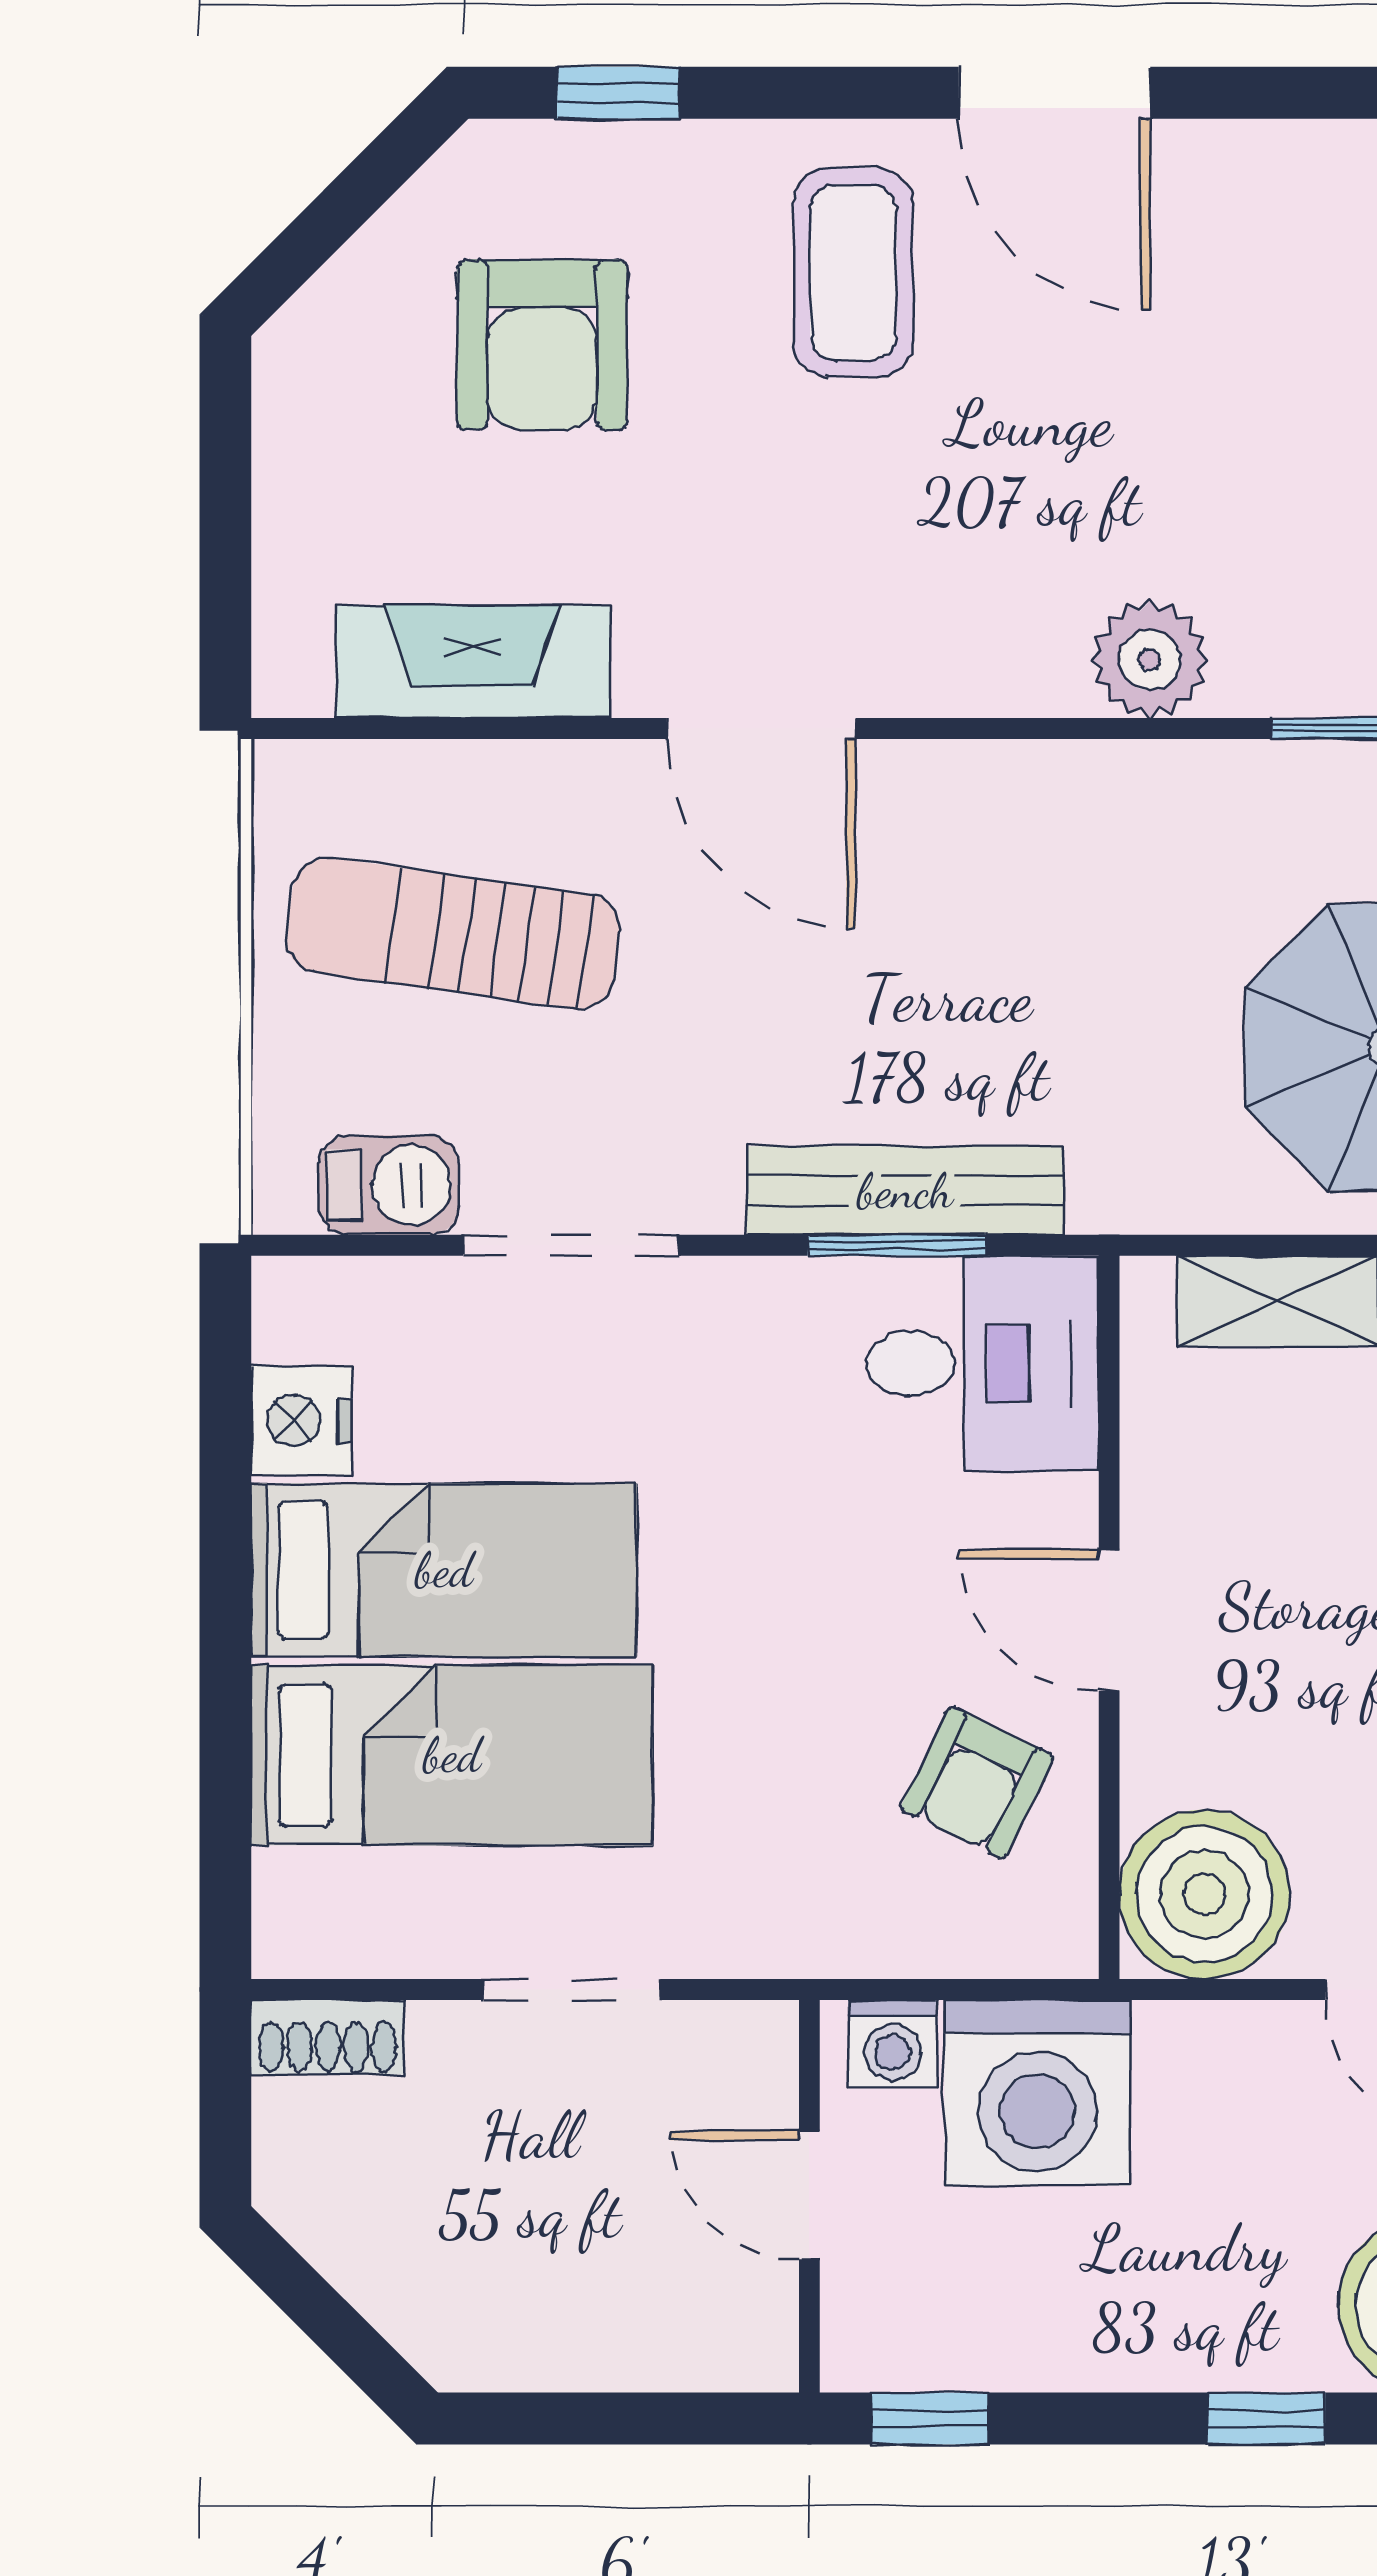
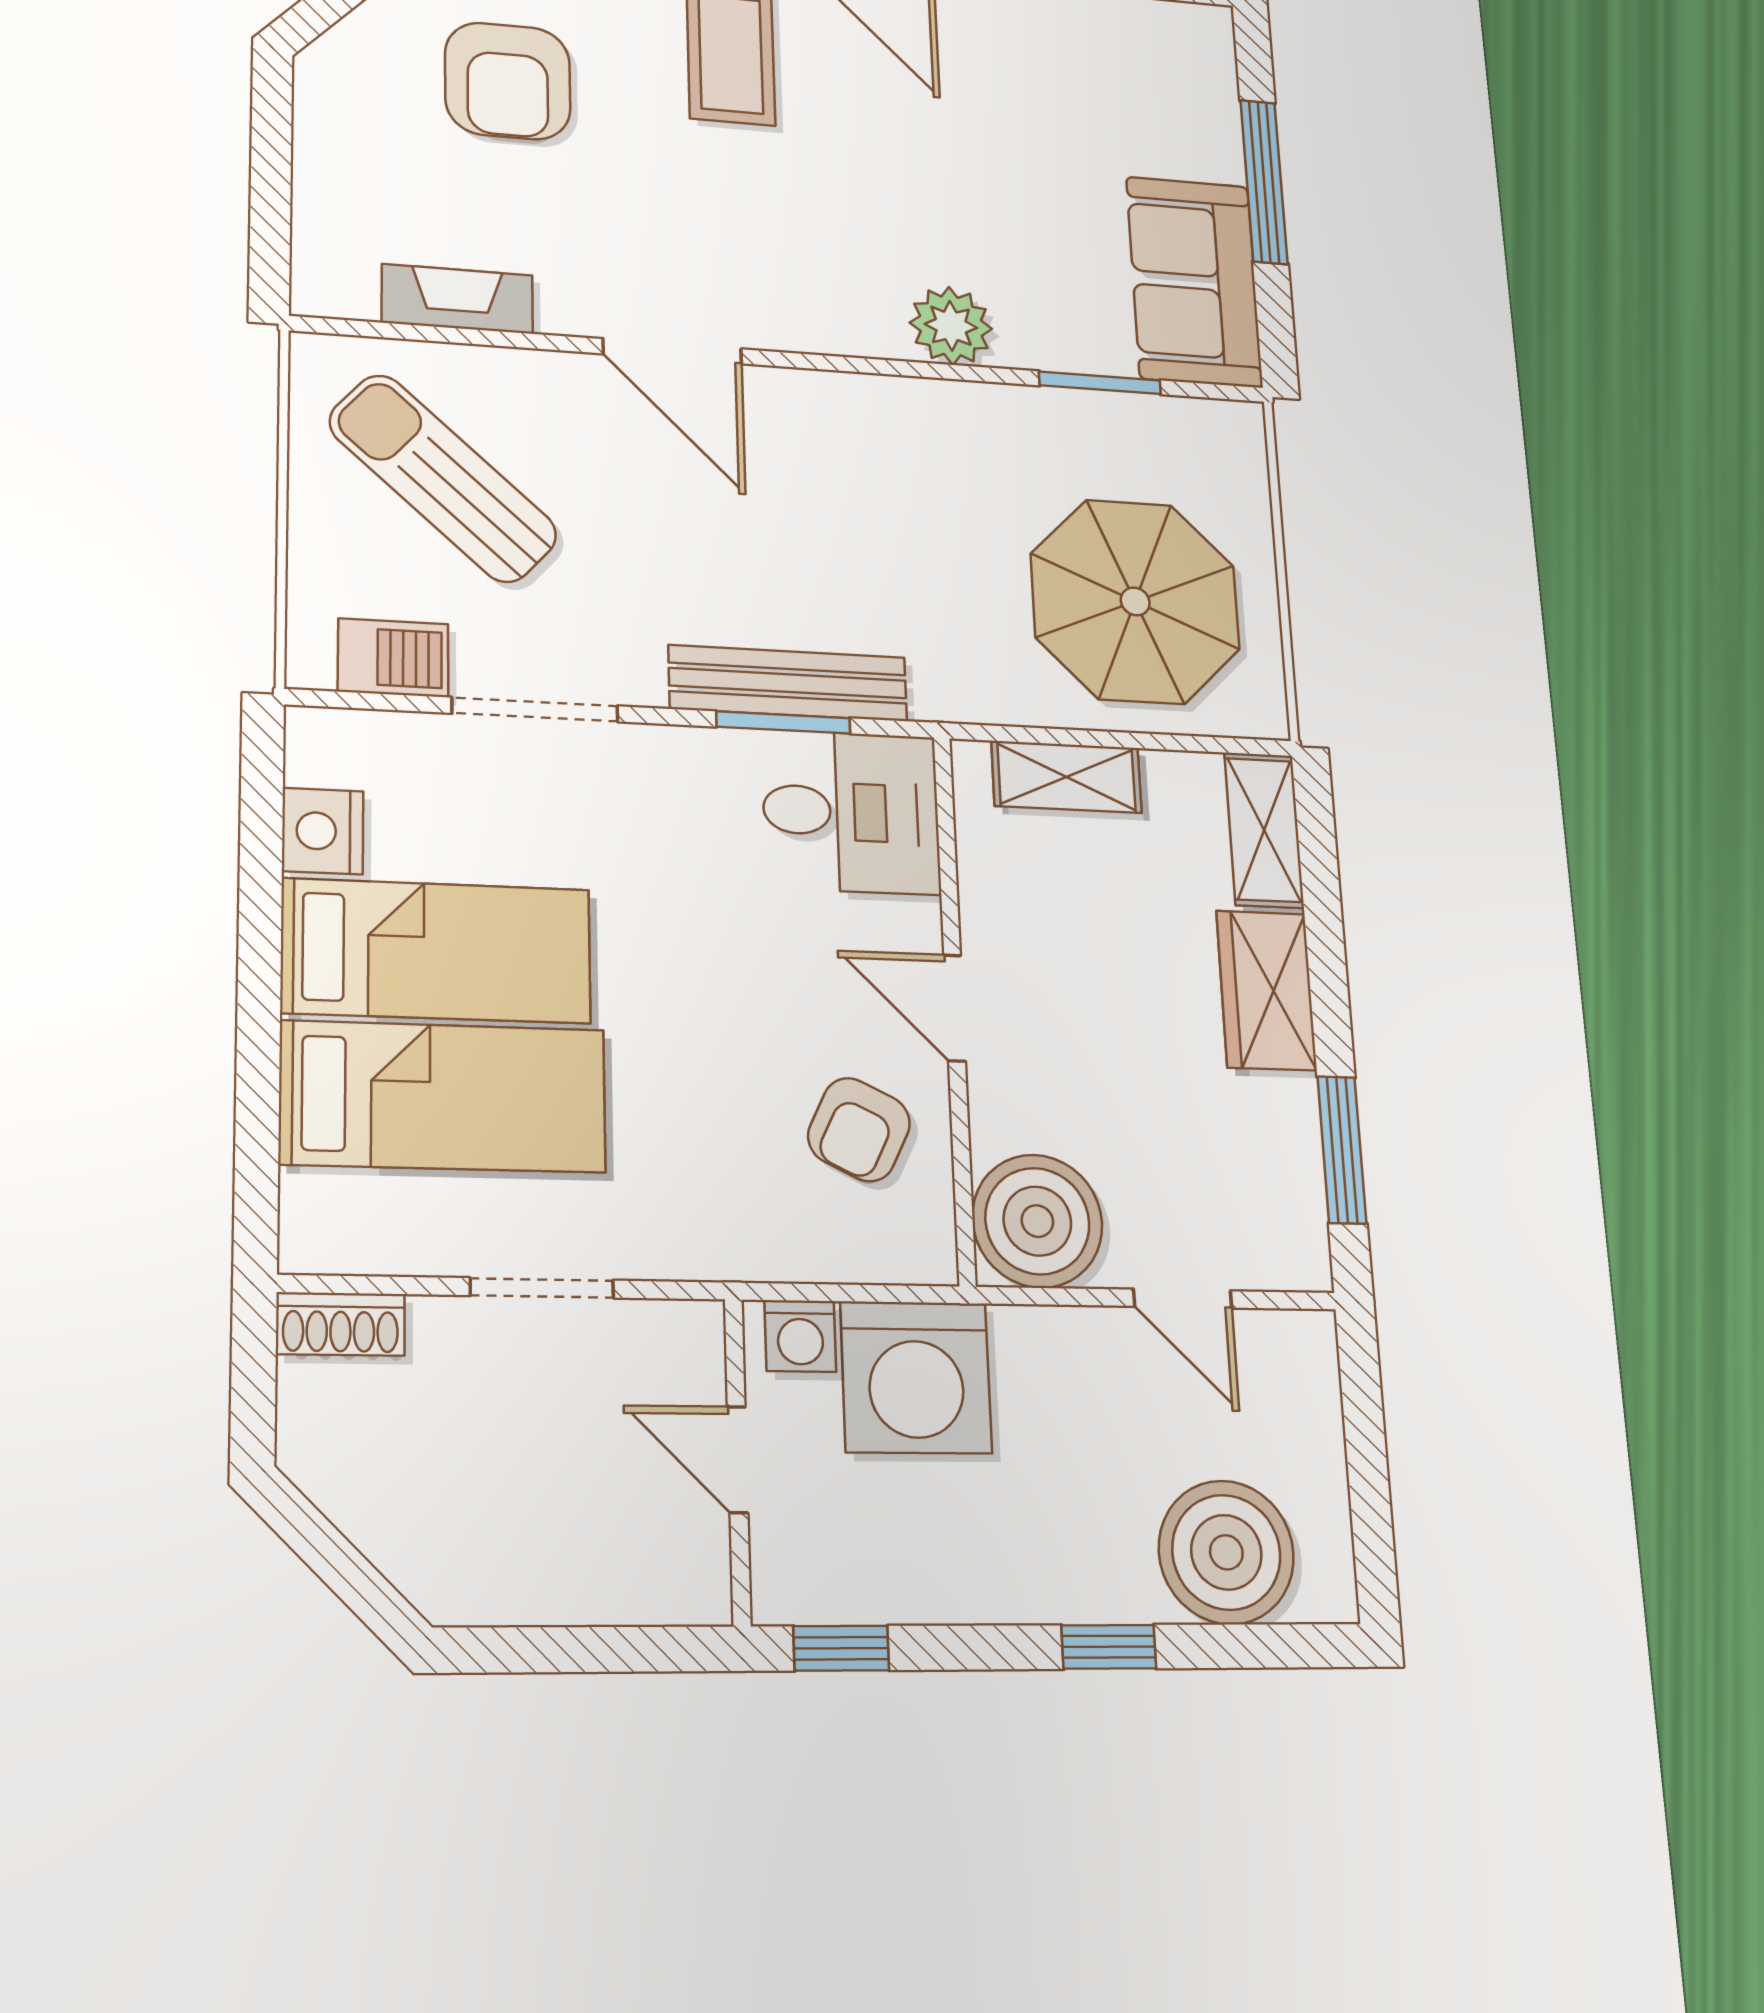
fireplace: (473, 662) -> (457, 299), width x0.73, depth x0.76
sun lounger: (453, 934) -> (443, 478), turned 34

